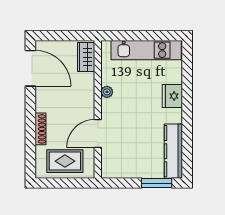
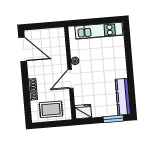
wardrobe: (86, 57) -> (59, 39), removed
fridge: (172, 96) -> (83, 112), moved, turned 90
door: (98, 133) -> (70, 79), moved

